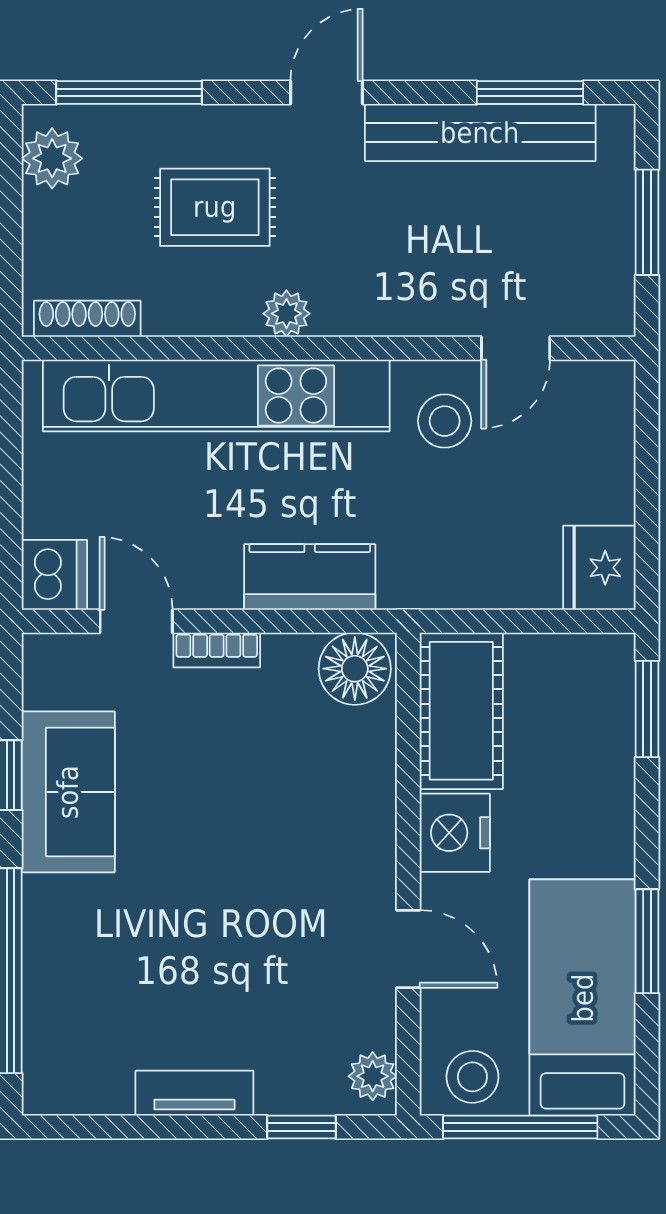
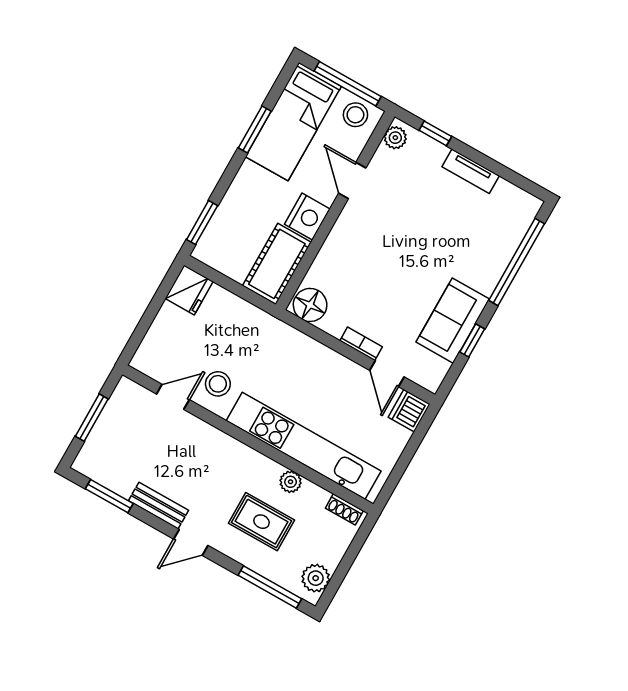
bench: (480, 133) -> (159, 506), width x0.54, depth x0.82
plant: (286, 314) -> (291, 482), moved
shoe rack: (87, 319) -> (344, 509), width x0.70
kitchen counter: (310, 577) -> (307, 352), removed

